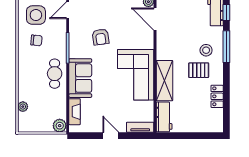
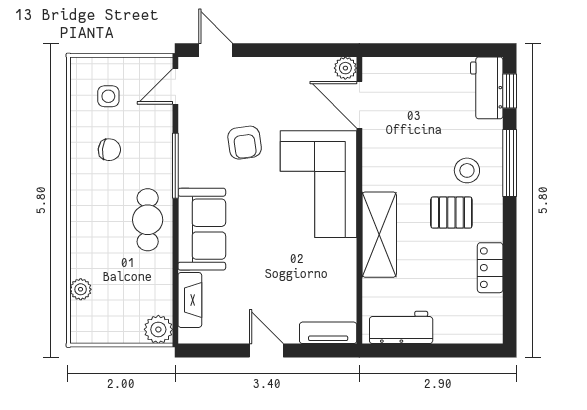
side table: (36, 15) -> (108, 96), width x0.54, depth x0.54
corner sofa: (136, 75) -> (319, 184), moved
workbench: (164, 117) -> (401, 327), moved, turned -90

